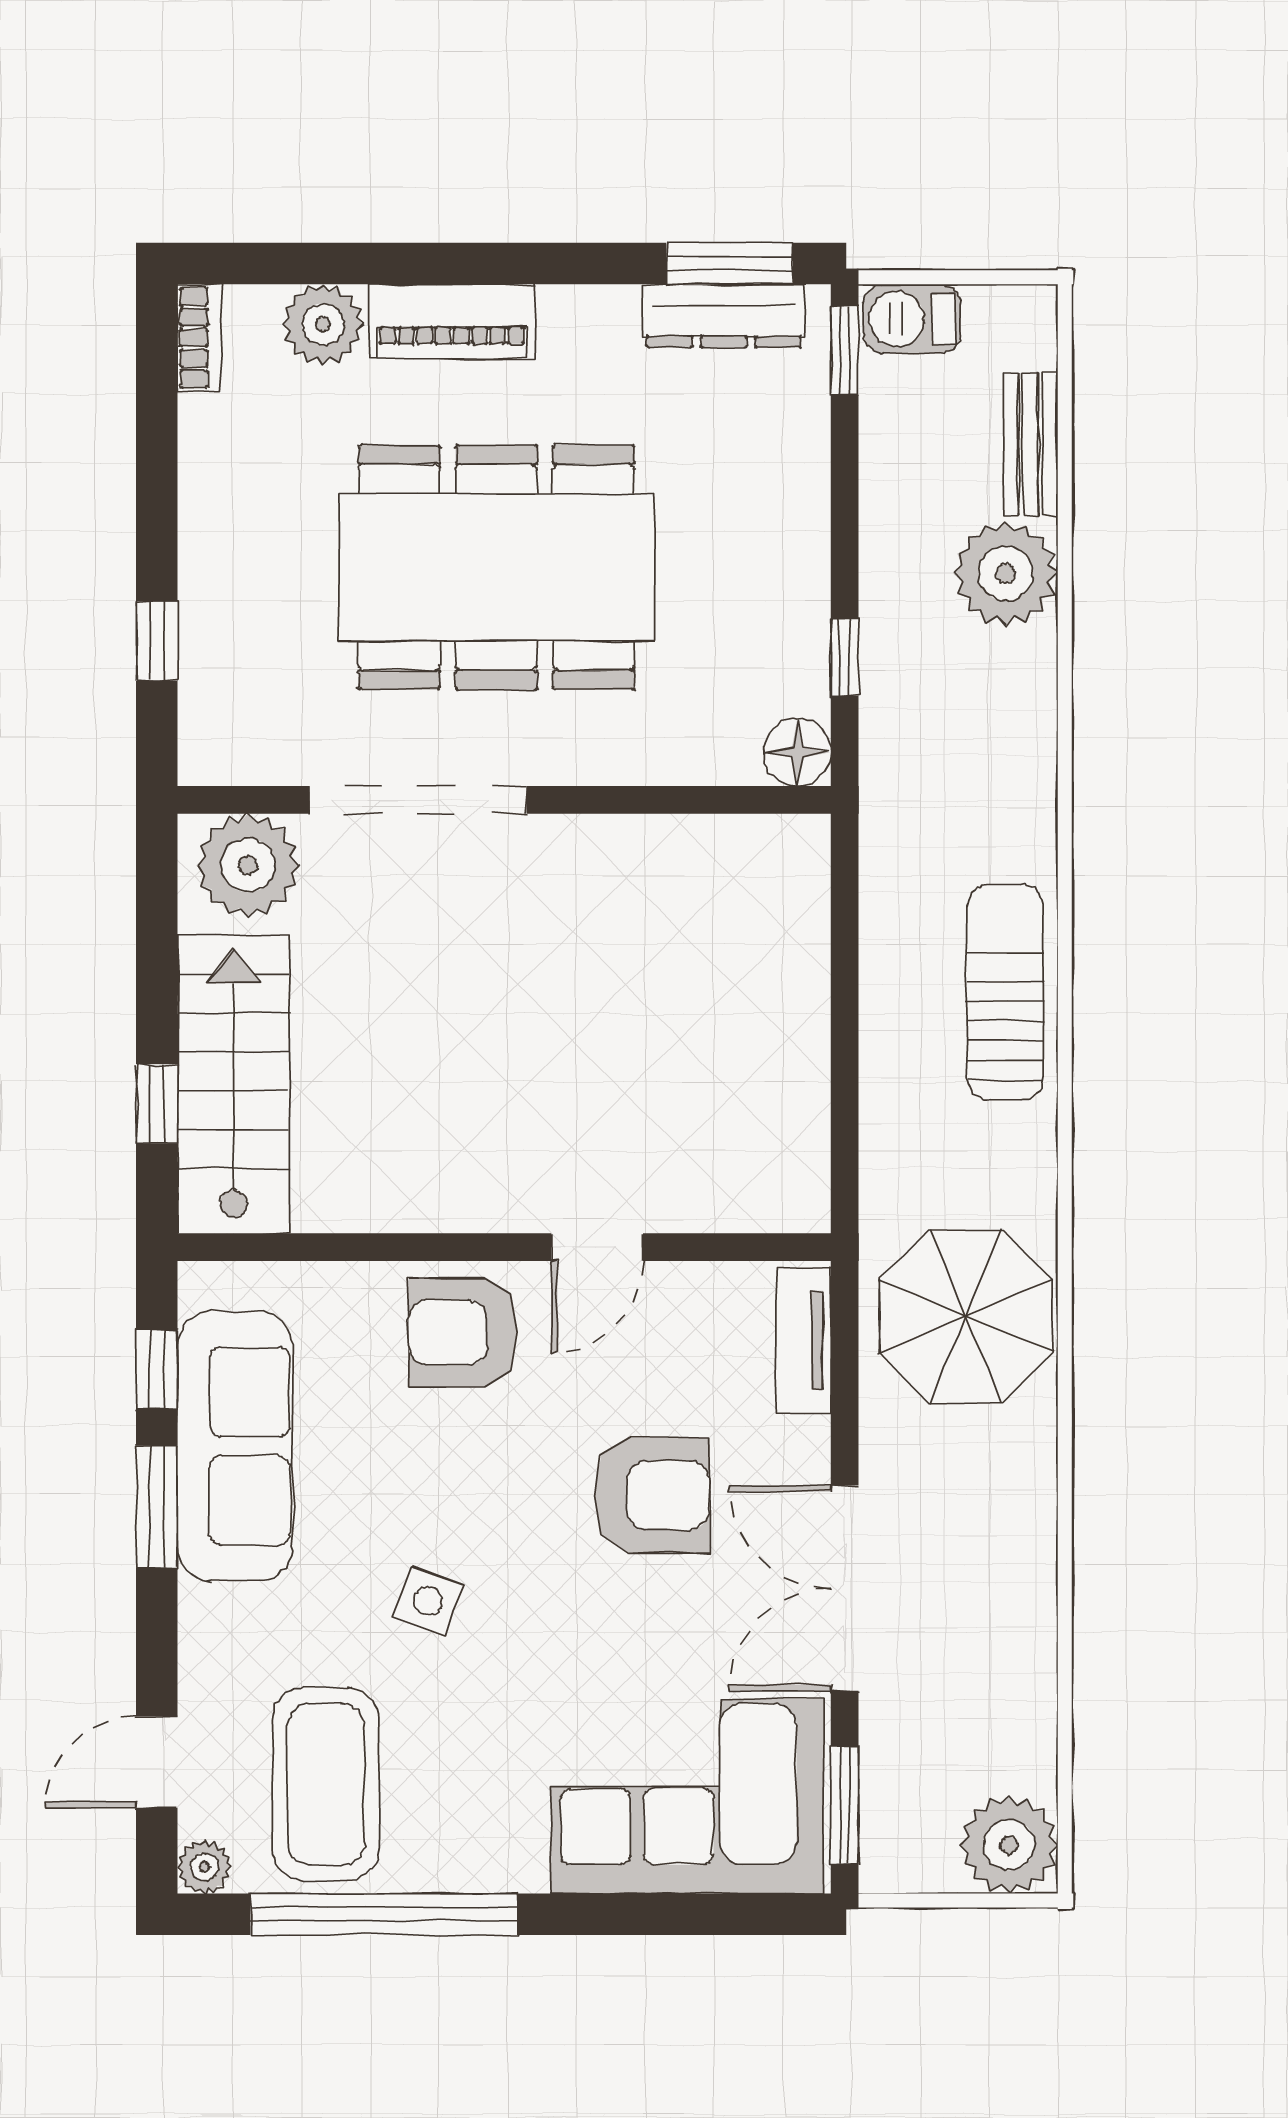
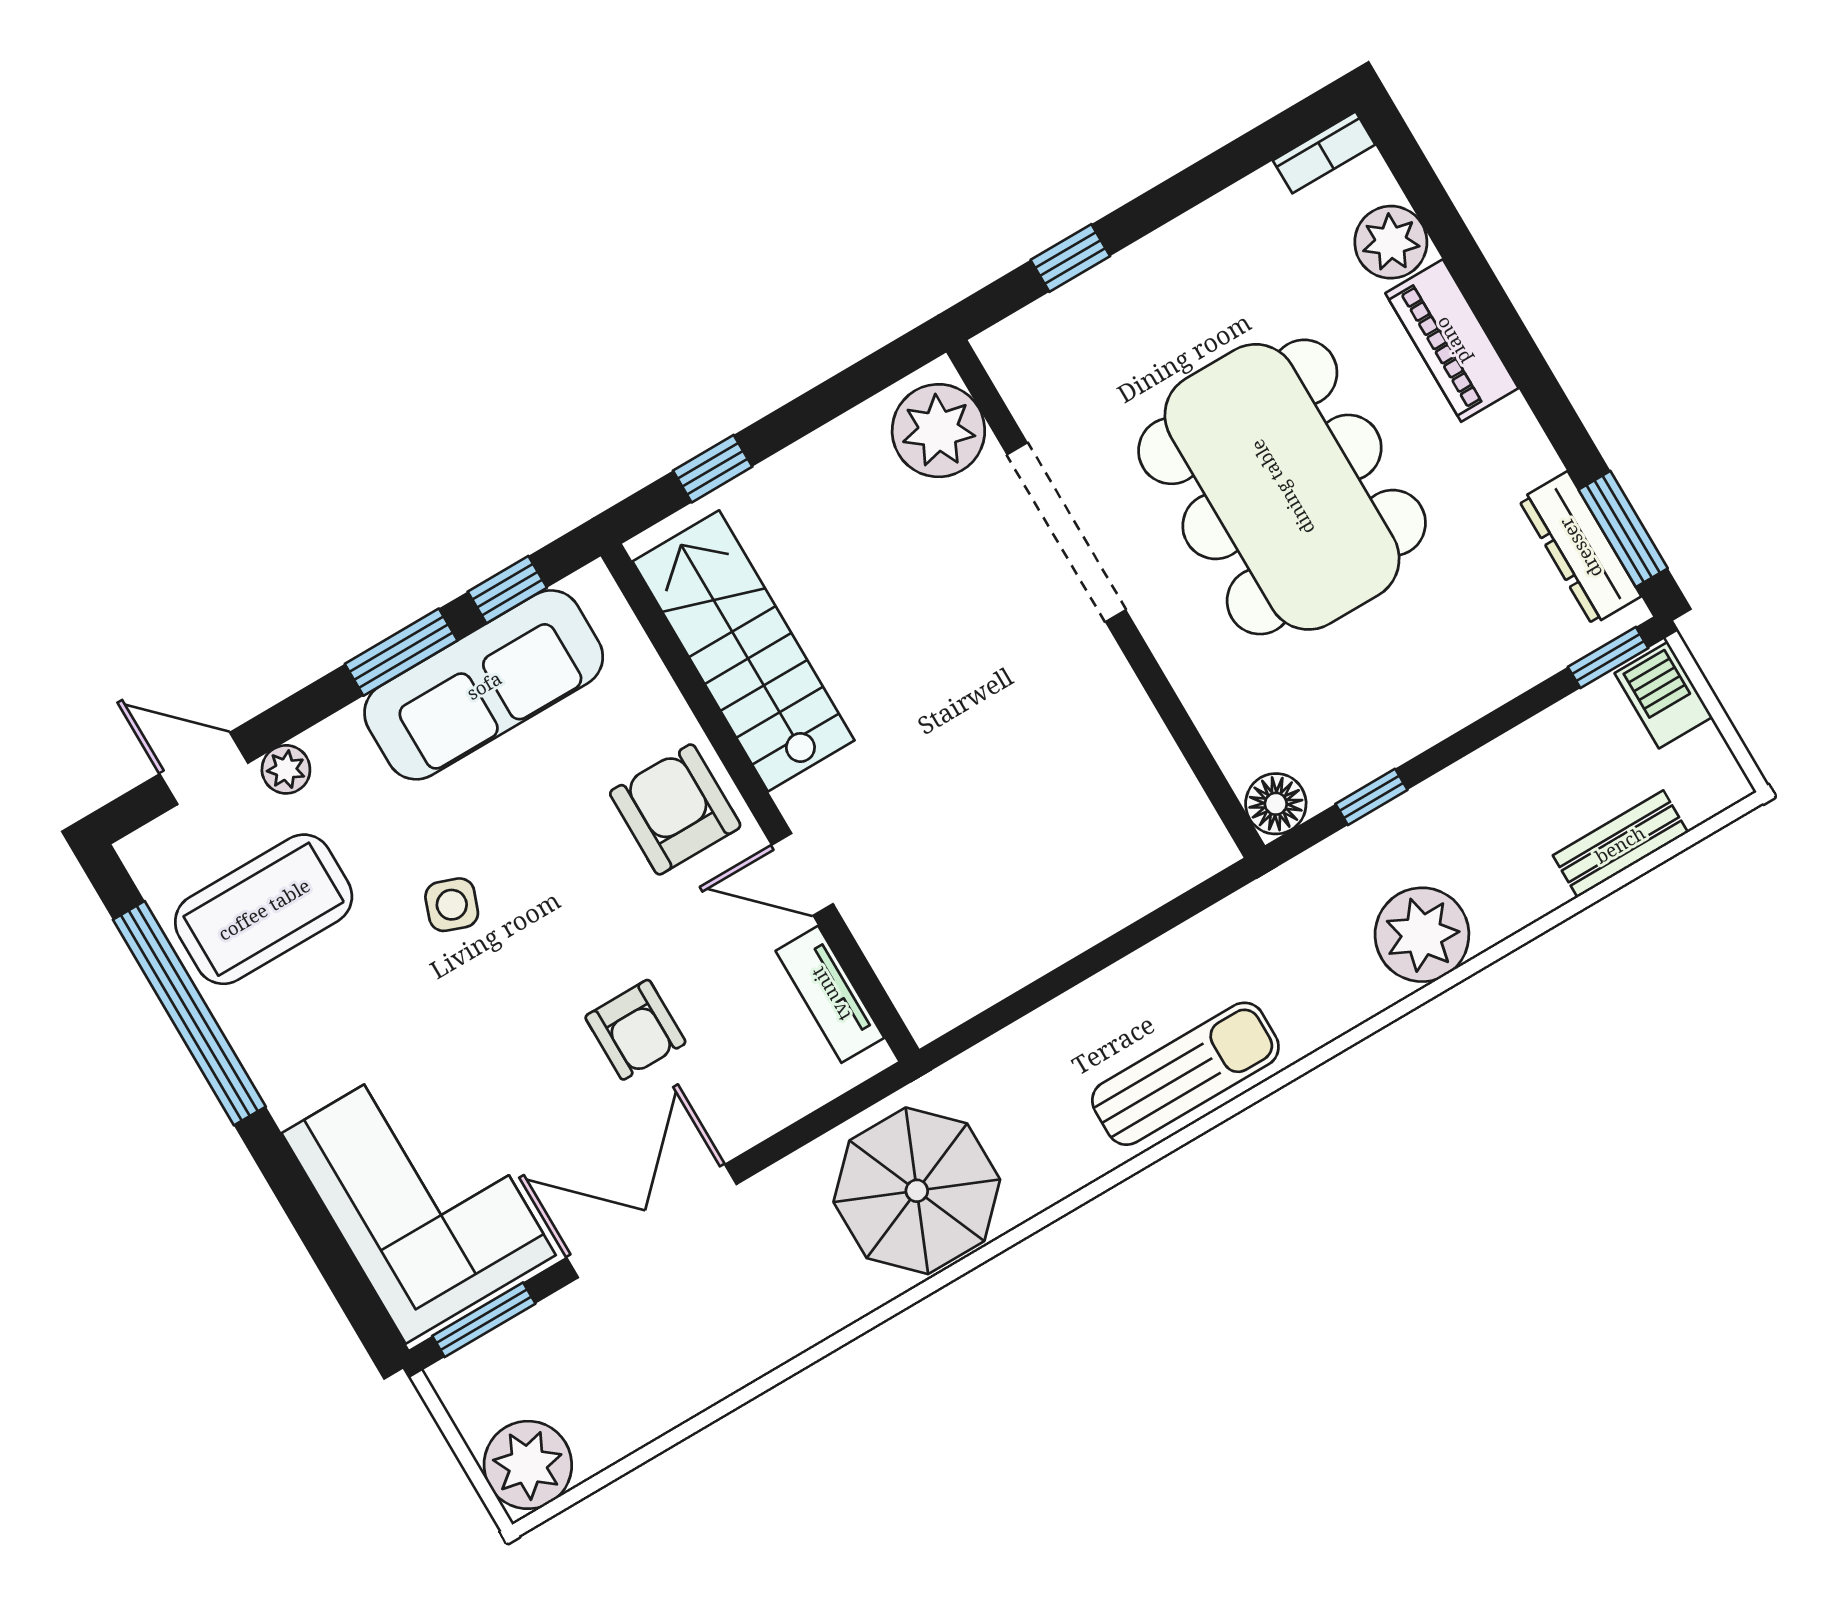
plant: (1006, 574) -> (1422, 935), moved
stairs: (234, 1084) -> (744, 651), moved, turned -90
tv unit: (803, 1340) -> (830, 994), moved, turned -90
armchair: (652, 1495) -> (635, 1030), width x0.72, depth x0.72
plant: (204, 1867) -> (286, 769), moved

